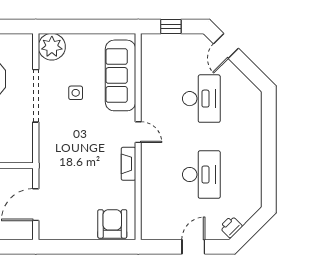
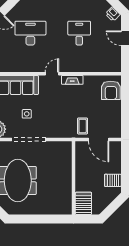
desk: (201, 175) -> (79, 33), width x0.73
coffee table: (57, 180) -> (83, 126), added
armchair: (112, 224) -> (111, 90), turned -90

